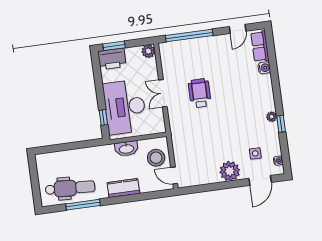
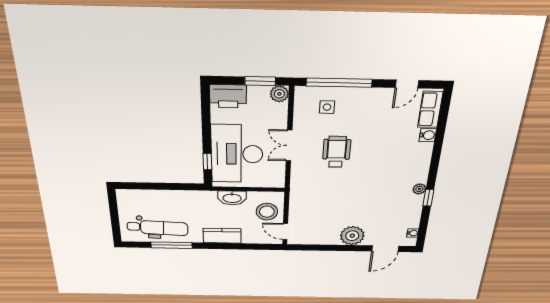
window: (114, 46) -> (260, 81), moved
side table: (255, 153) -> (327, 107), moved

